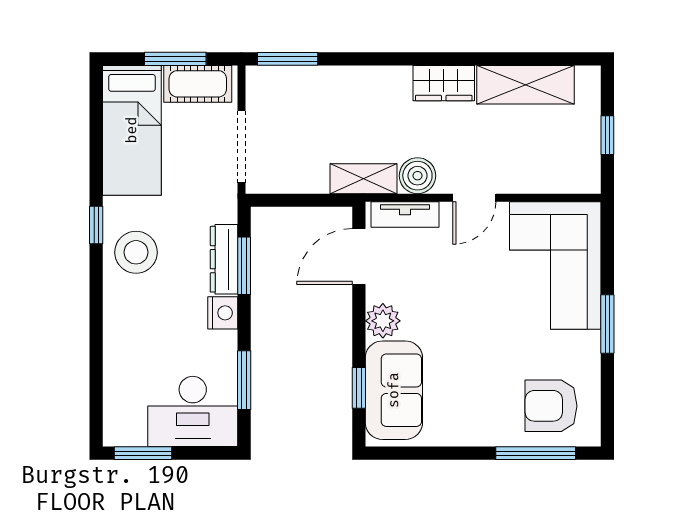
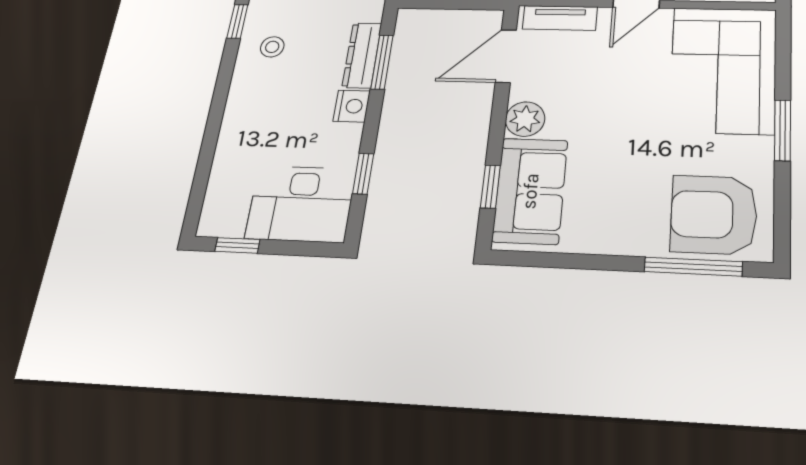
stool: (136, 252) -> (272, 47), width x0.53, depth x0.53
window: (244, 380) -> (363, 174), width x0.67
armchair: (551, 406) -> (714, 215), width x1.36, depth x1.36
window: (143, 453) -> (237, 245), width x0.67

